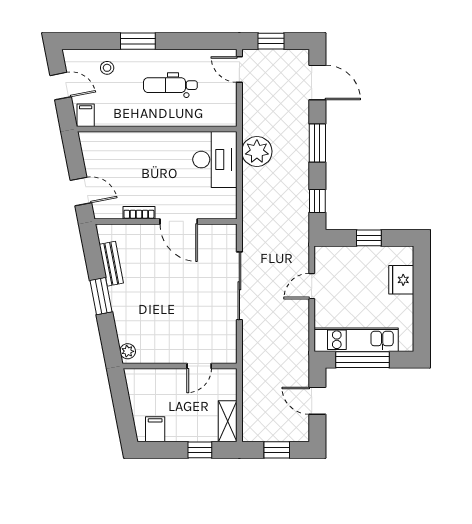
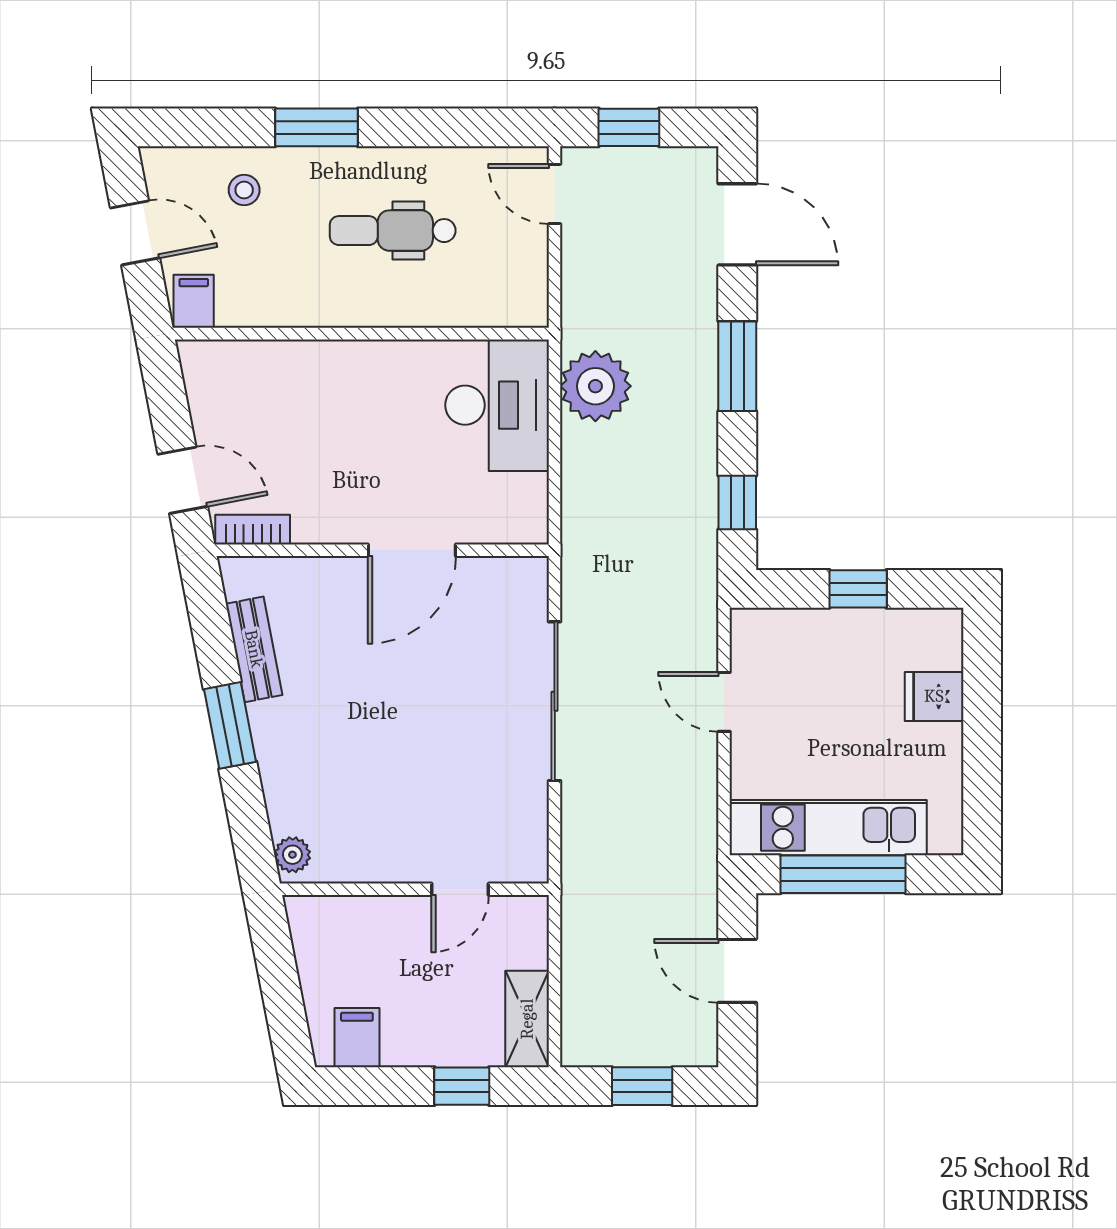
bookcase: (139, 213) -> (253, 530), moved
door: (179, 221) -> (412, 550), hinge flipped
fridge: (401, 280) -> (934, 696), width x0.72
door: (312, 286) -> (724, 702), hinge flipped

